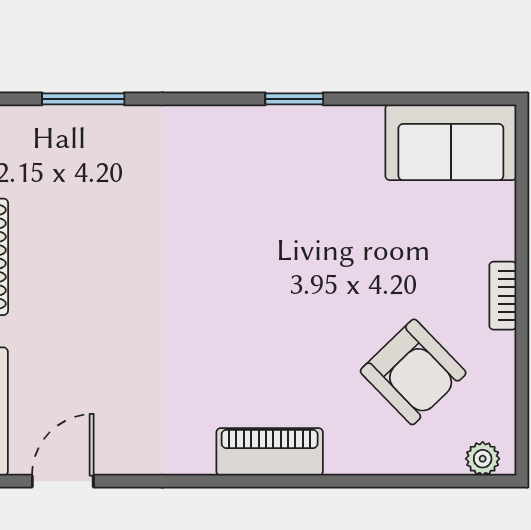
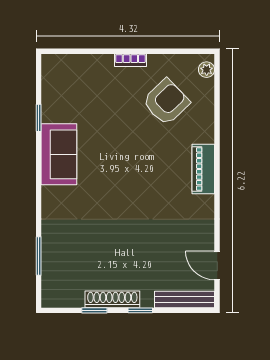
window: (294, 99) -> (39, 118), moved
sofa: (451, 142) -> (59, 154), moved

